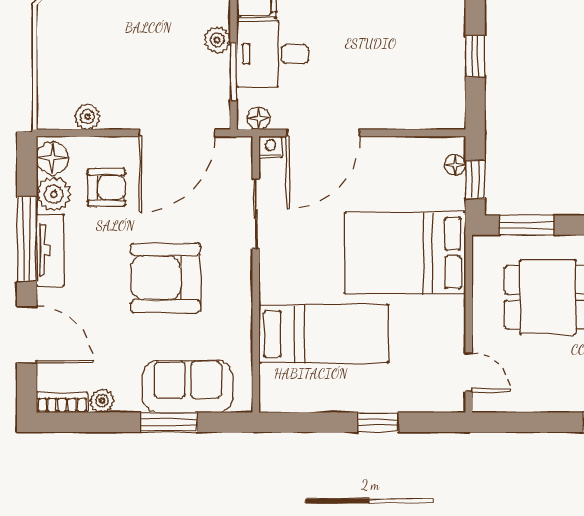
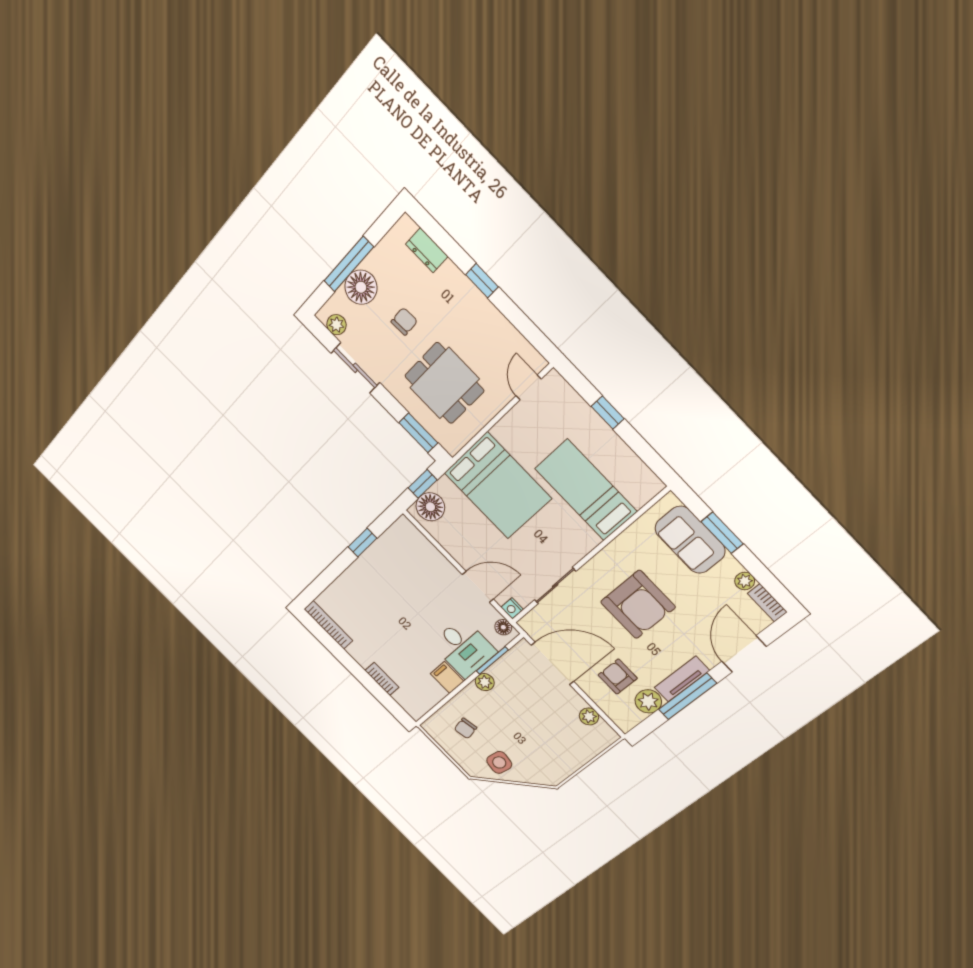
door: (323, 133) -> (478, 587), width x0.73
floor lamp: (52, 158) -> (629, 717), removed
floor lamp: (455, 165) -> (430, 507), width x1.89, depth x1.89

